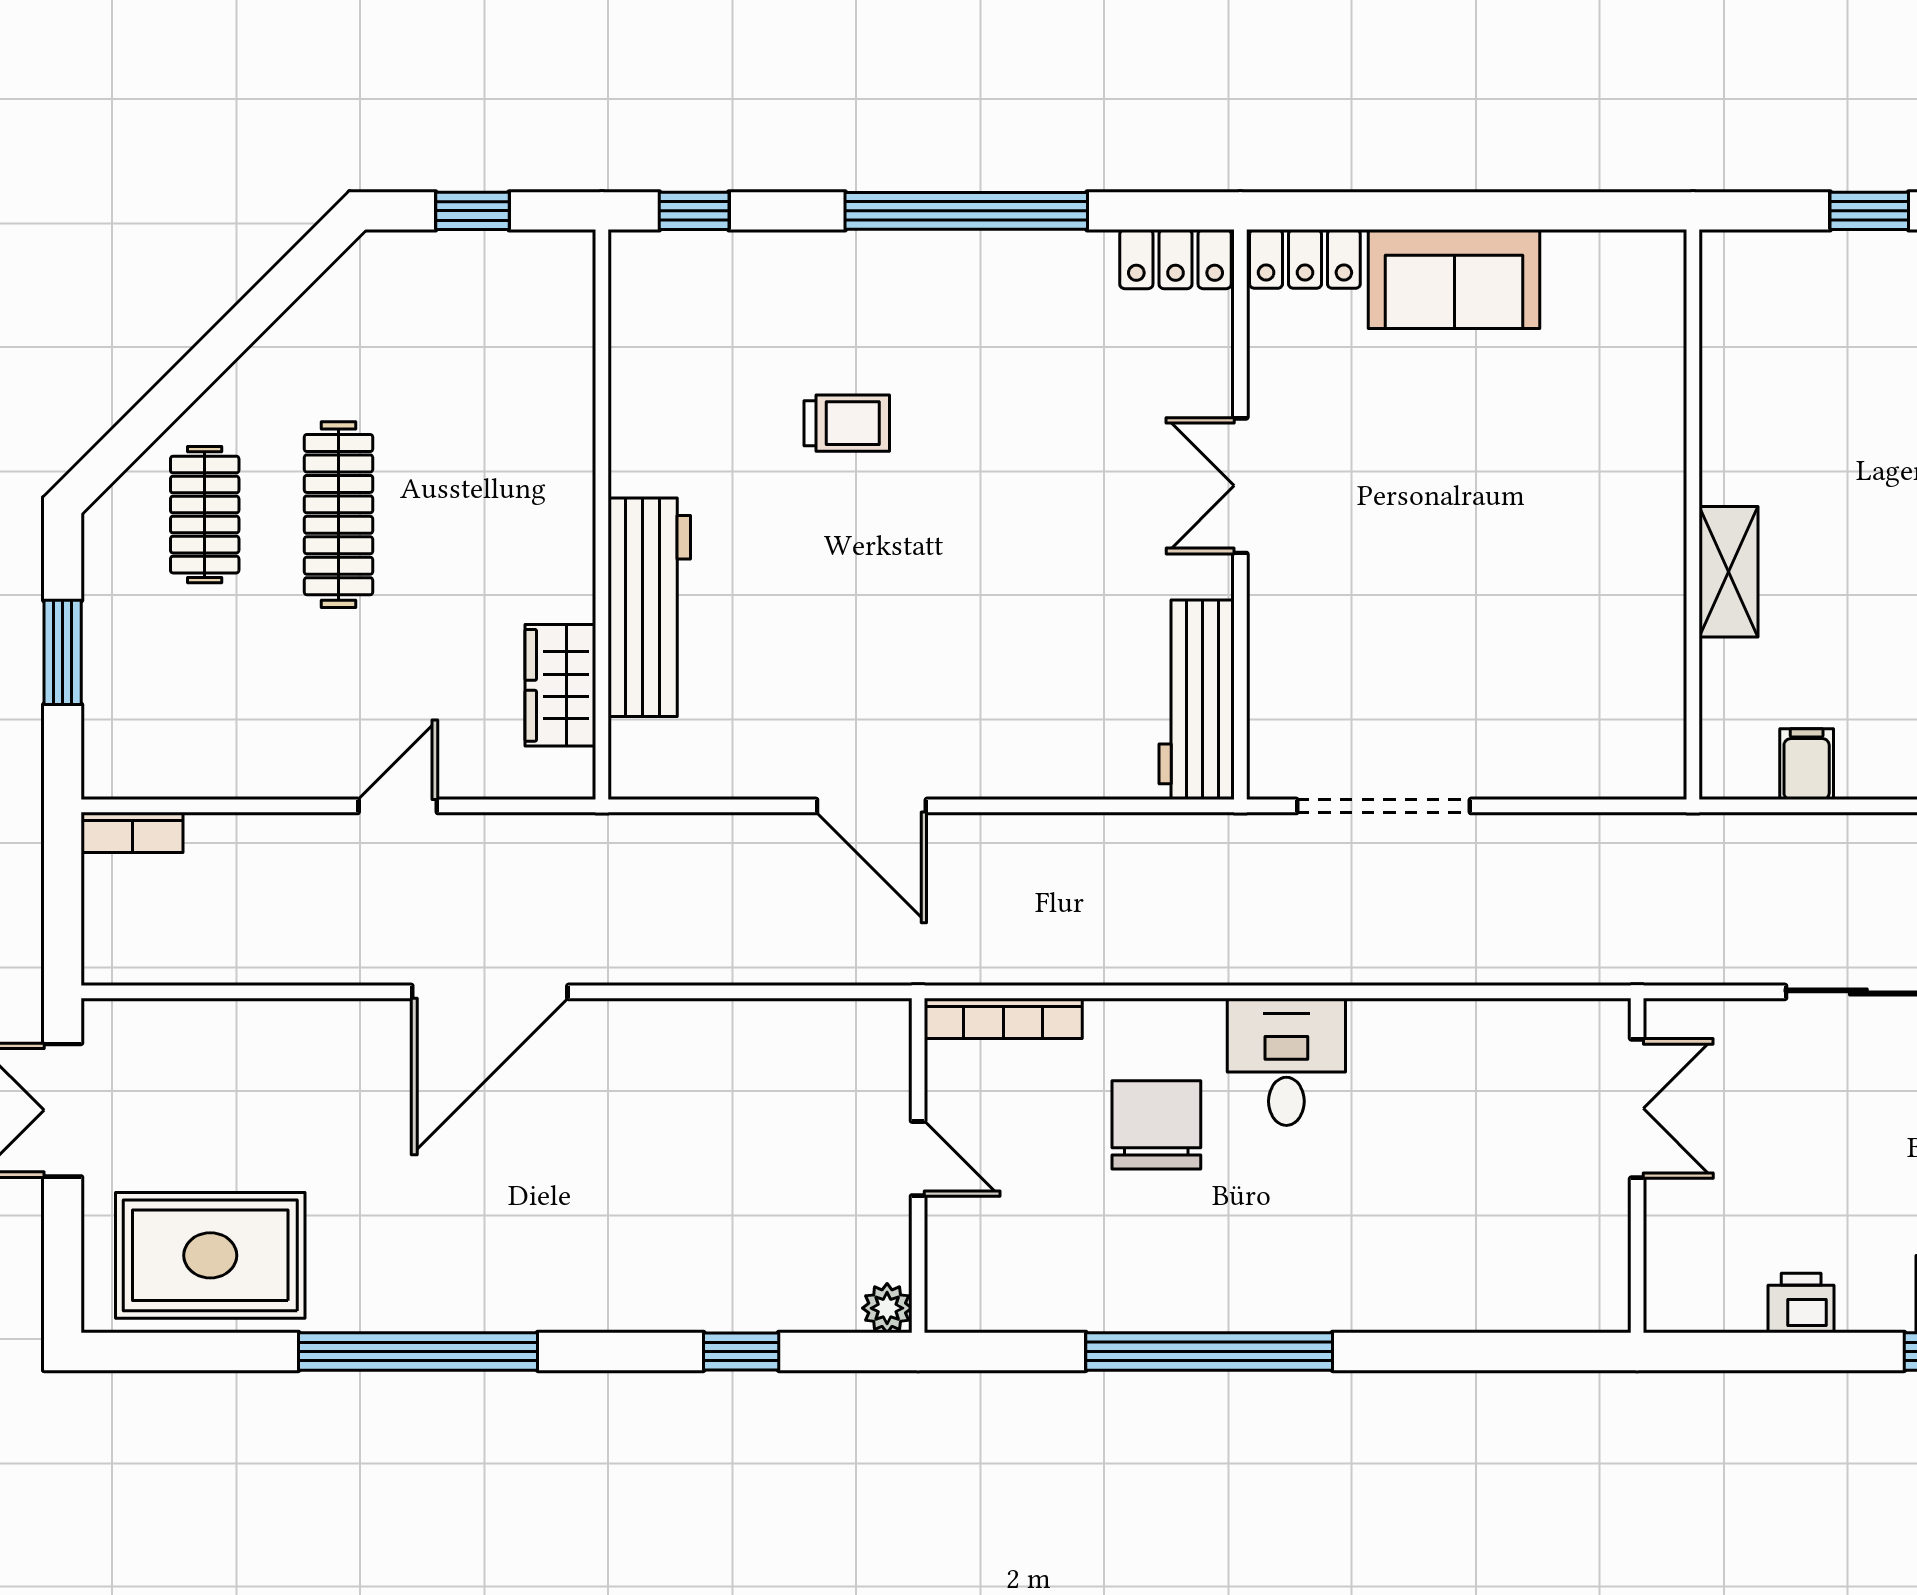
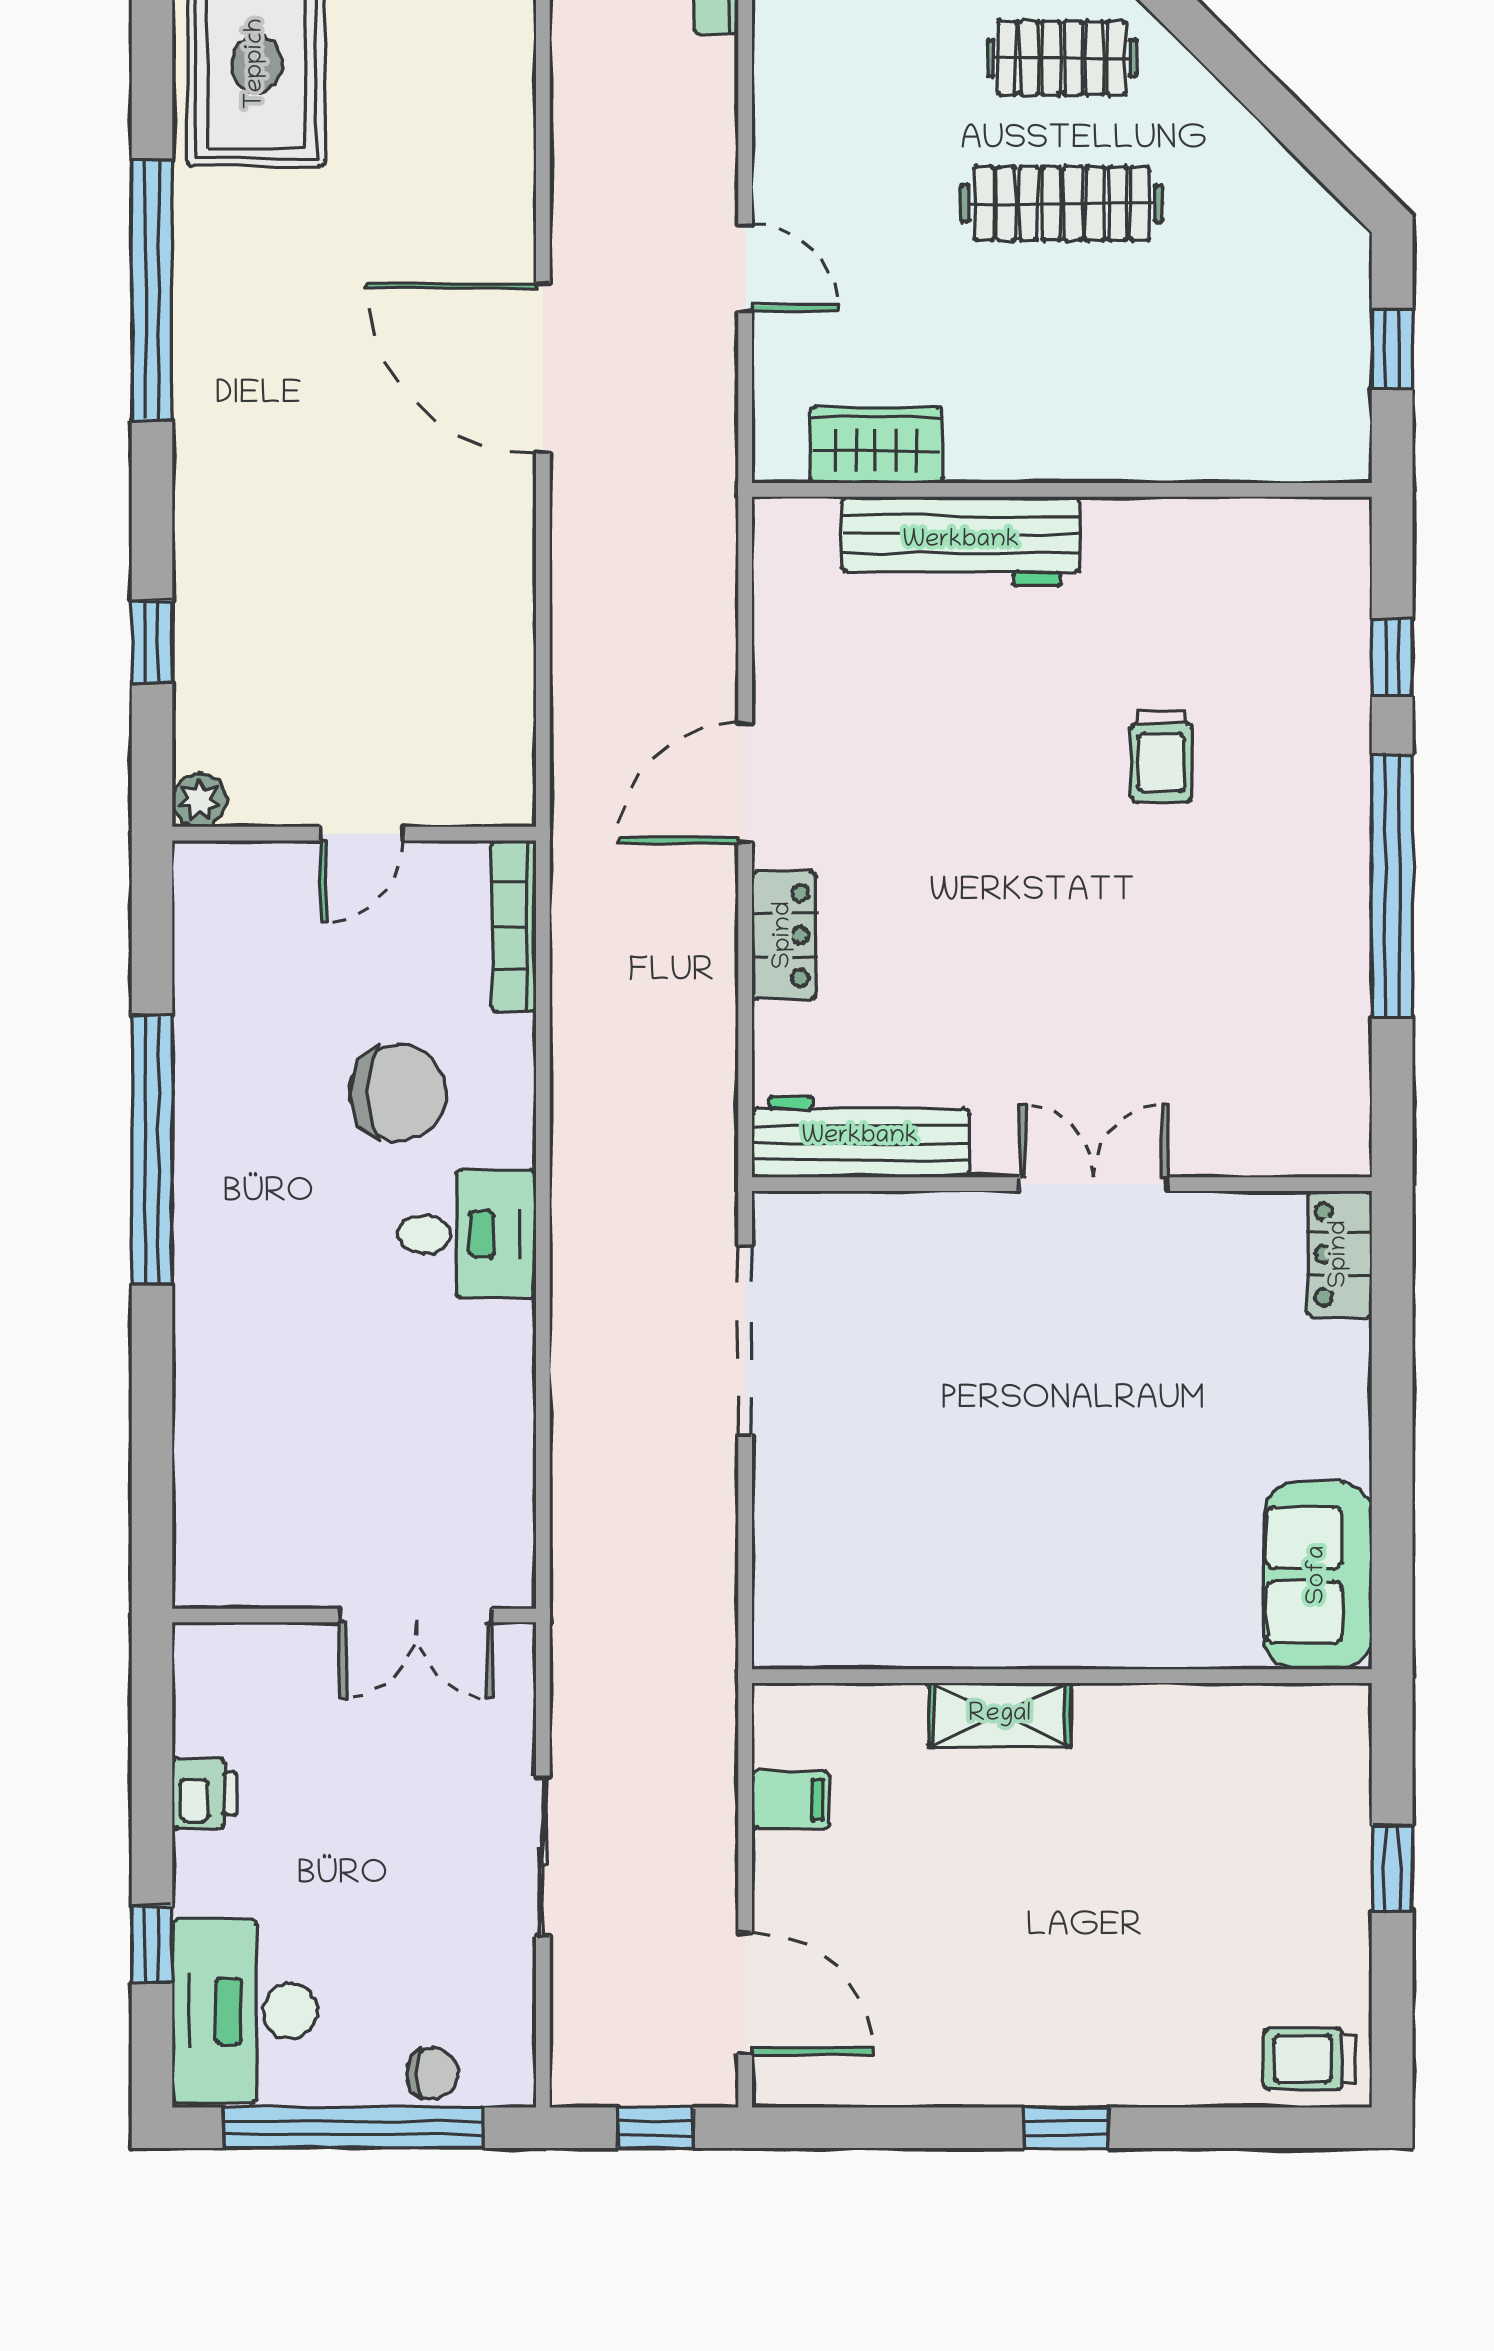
window: (694, 211) -> (1392, 657), moved
locker: (1175, 259) -> (784, 935), moved, turned 180
sofa: (1454, 279) -> (1318, 1575), moved

